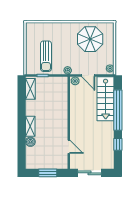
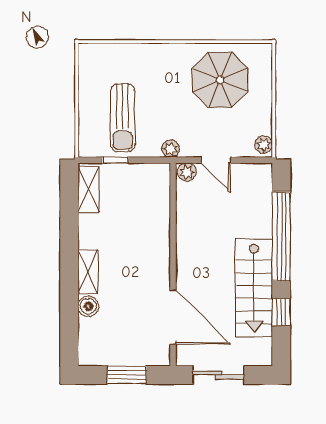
stairs: (106, 99) -> (254, 288), moved
door: (69, 147) -> (173, 317), width x1.88

